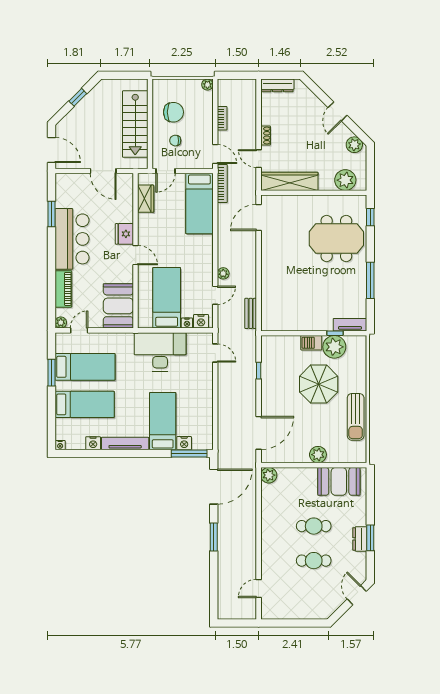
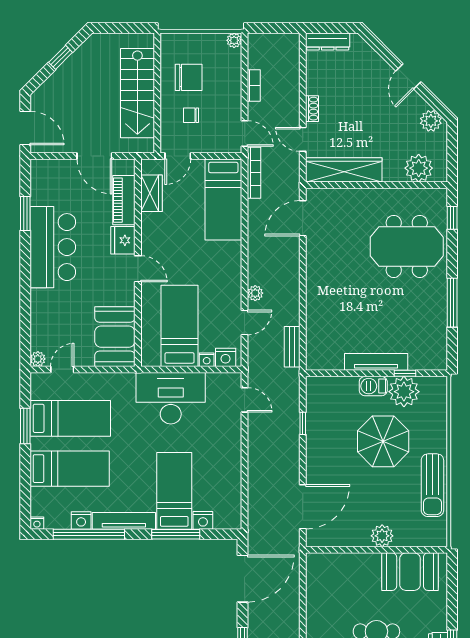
piano: (63, 289) -> (124, 200), moved, turned 180
tv unit: (350, 325) -> (376, 362), moved, width x1.41
window: (99, 453) -> (89, 534), added
window: (189, 453) -> (176, 534), moved
plant: (269, 475) -> (316, 563), removed

